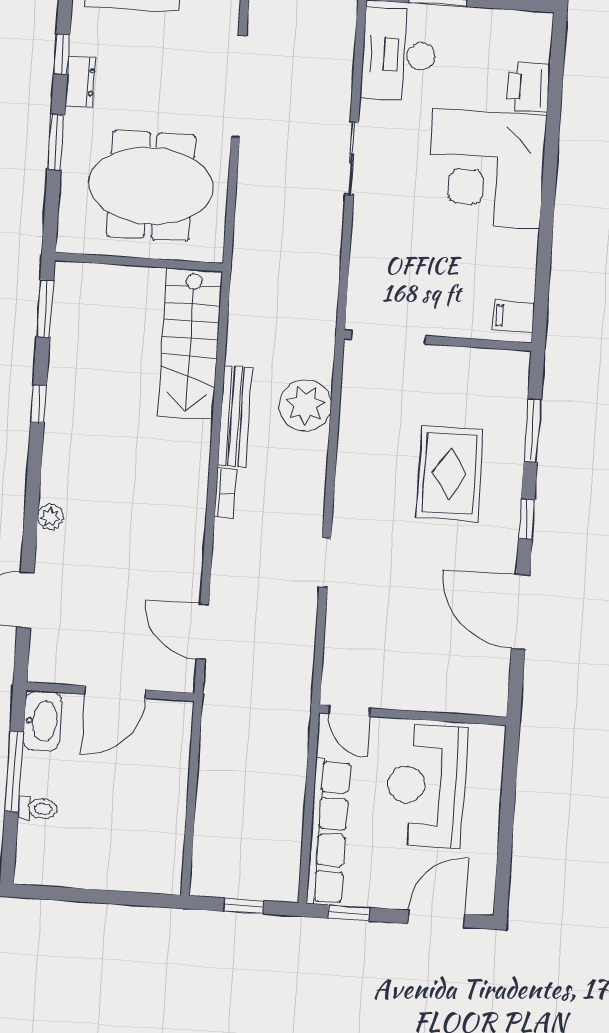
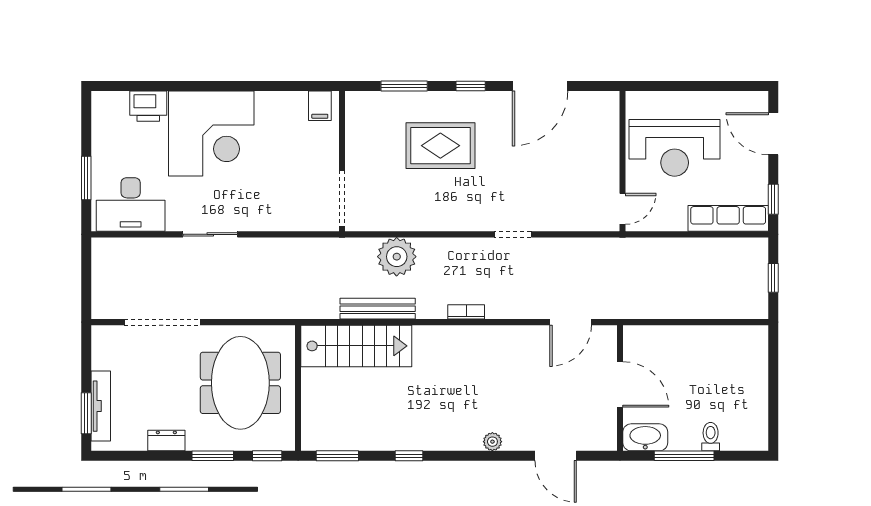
window: (62, 54) -> (267, 456), moved
bench: (235, 416) -> (378, 309), moved
row of seats: (328, 832) -> (728, 218), width x0.73

